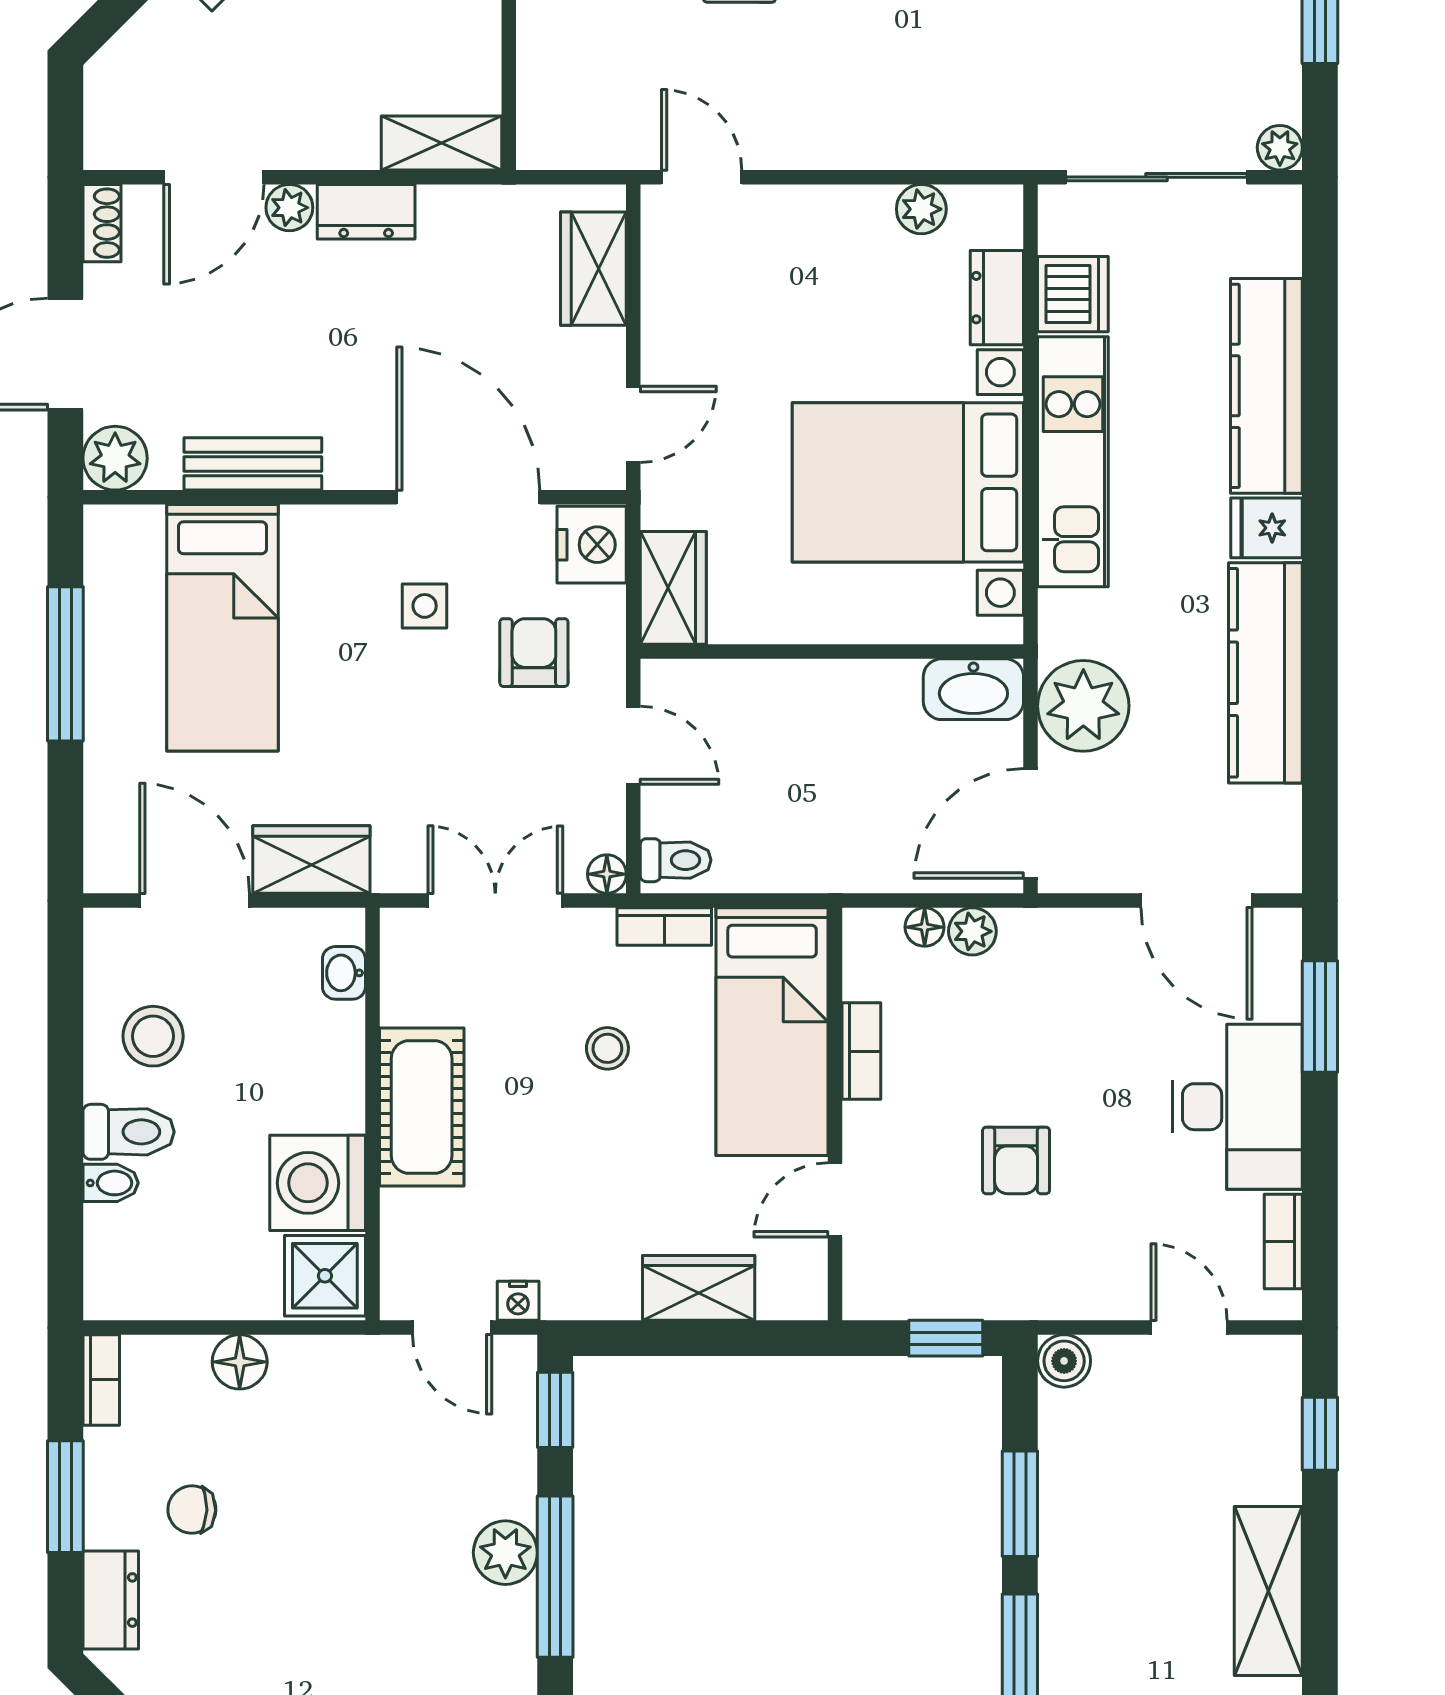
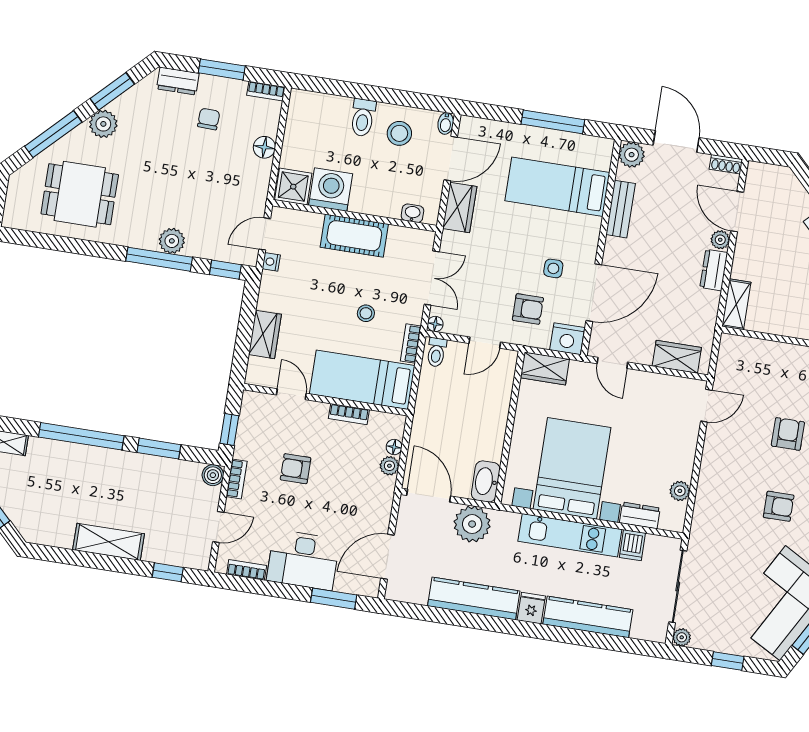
dishwasher: (1073, 294) -> (632, 545), width x0.73
bidet: (111, 1183) -> (446, 123), moved
bookcase: (1064, 1301) -> (237, 479), added

